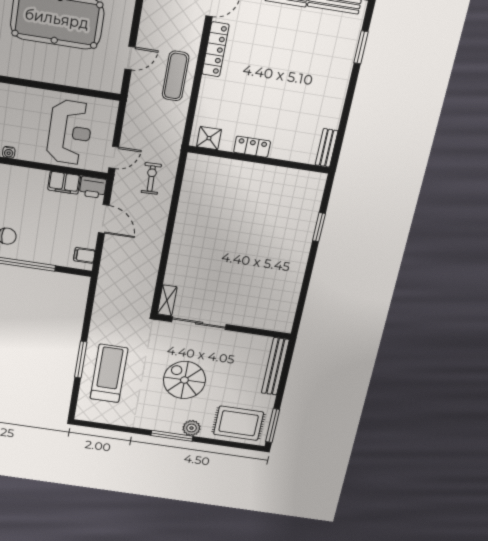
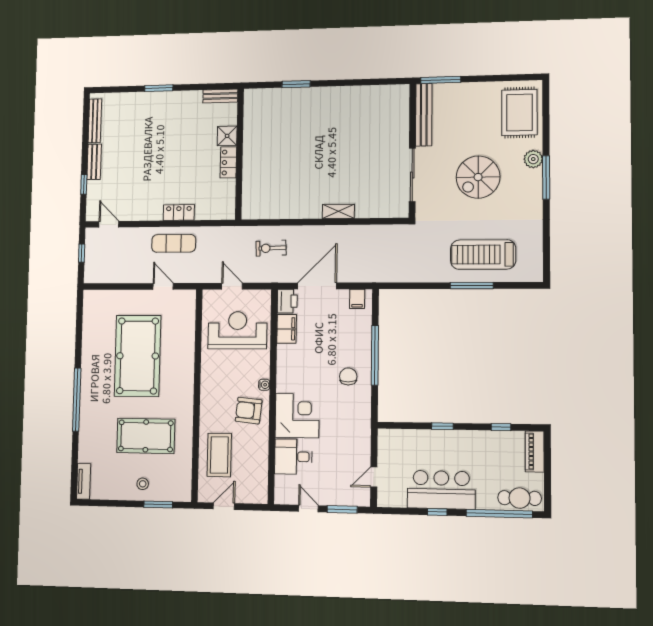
window: (361, 47) -> (159, 88), moved
locker: (215, 49) -> (179, 213), moved, width x0.66
shower: (209, 138) -> (227, 136), moved
door: (114, 157) -> (232, 286), moved
door: (104, 219) -> (317, 286), width x1.36
shelving: (167, 300) -> (338, 211), moved
bench: (275, 366) -> (424, 115), moved, turned 90
window: (273, 426) -> (441, 80), moved

